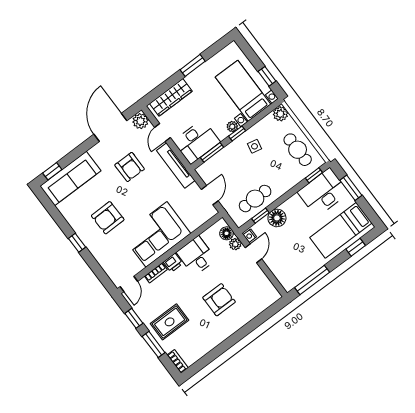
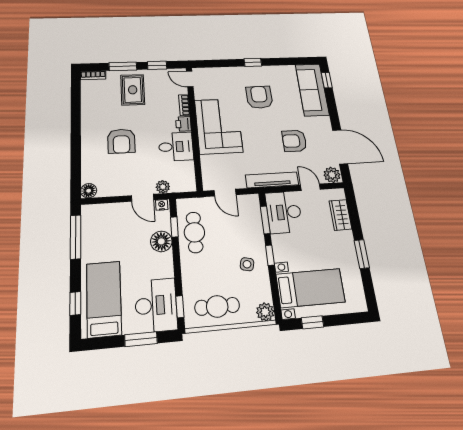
wardrobe: (171, 97) -> (340, 215), width x0.67
plant: (232, 127) -> (280, 255), removed
floor lamp: (226, 233) -> (89, 191), moved

